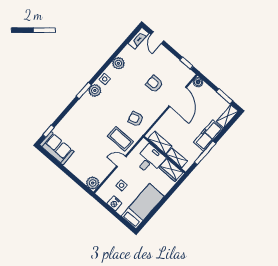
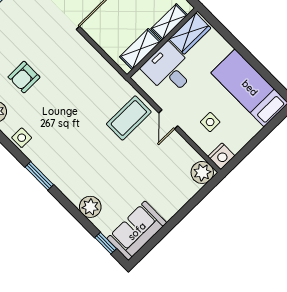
armchair: (154, 84) -> (24, 77), moved
plant: (95, 91) -> (90, 207), moved
armchair: (136, 119) -> (96, 89), removed
nightstand: (114, 203) -> (221, 156), moved

